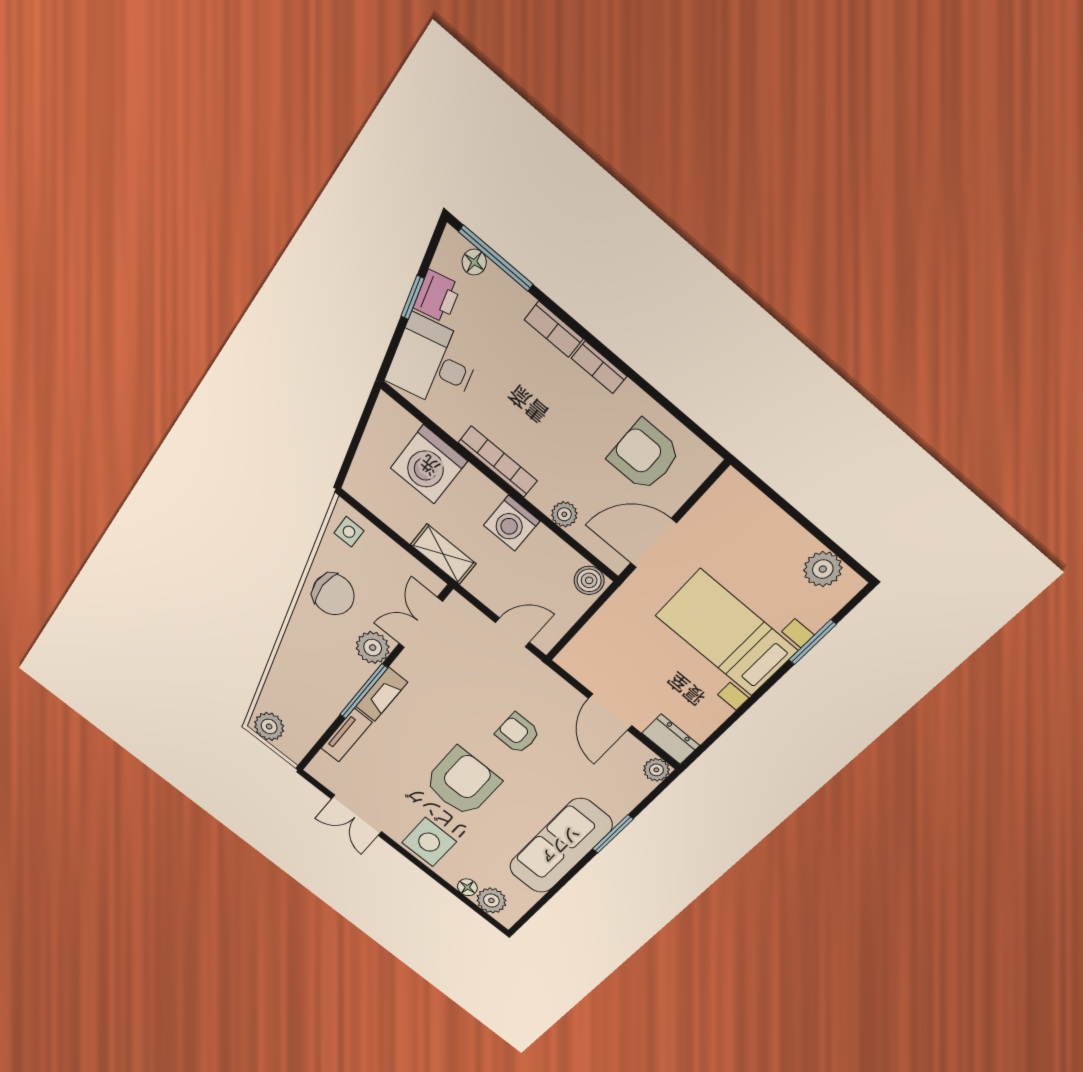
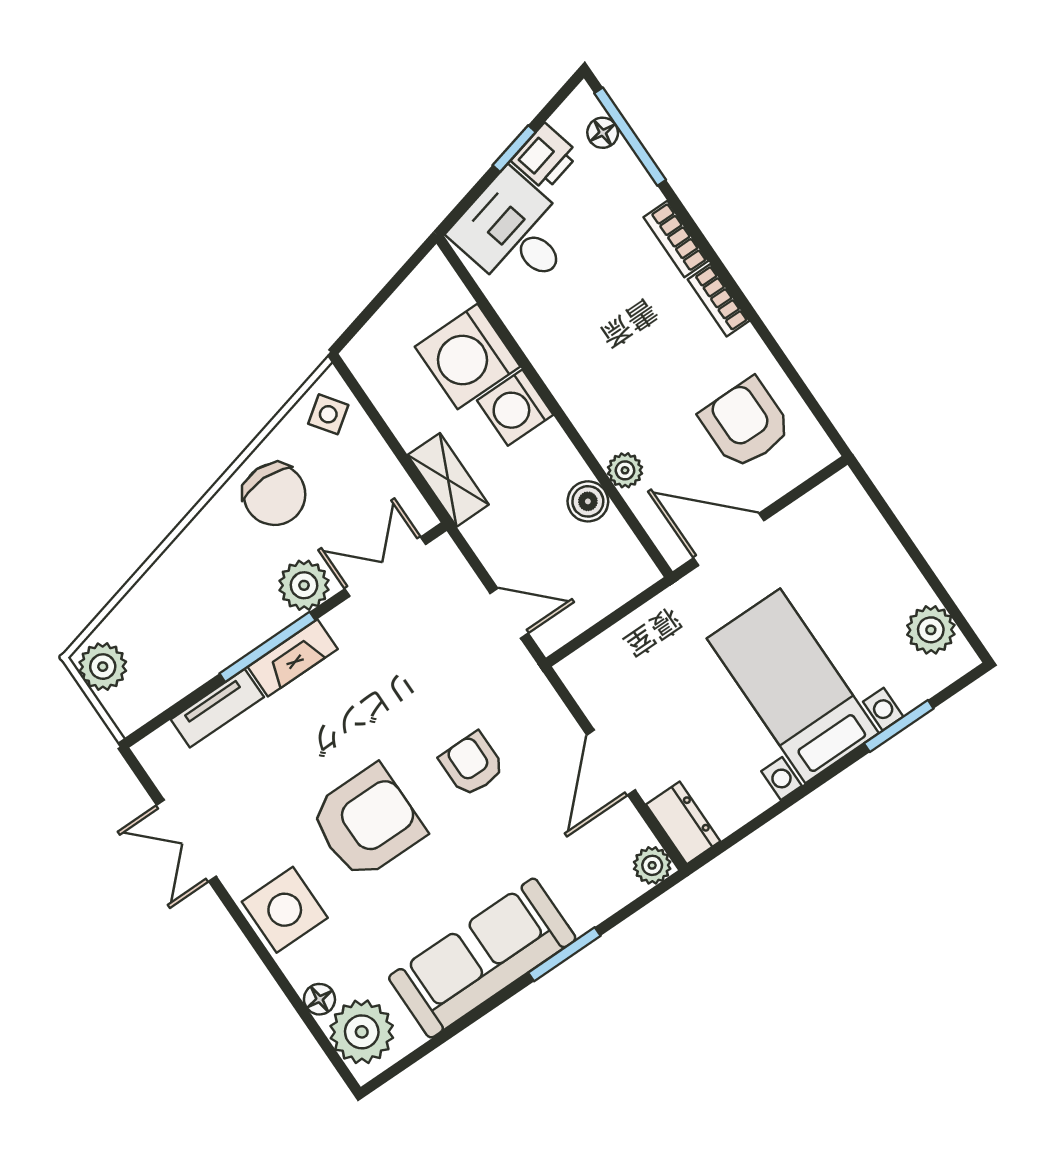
bookcase: (498, 462) -> (559, 379), removed
washing machine: (512, 523) -> (515, 408), moved
side table: (349, 532) -> (328, 414), turned -36
boiler: (589, 580) -> (588, 501), moved
plant: (491, 900) -> (362, 1032), width x1.36, depth x1.36

